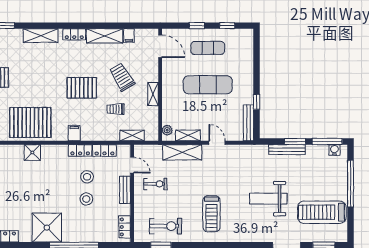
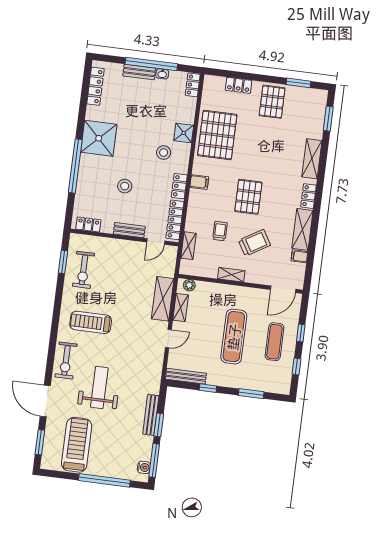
window: (257, 63) -> (251, 394), added
locker: (104, 150) -> (175, 220), width x1.53
stool: (87, 177) -> (164, 153), moved
exercise bike: (155, 184) -> (66, 360), moved, width x1.38, depth x1.39

